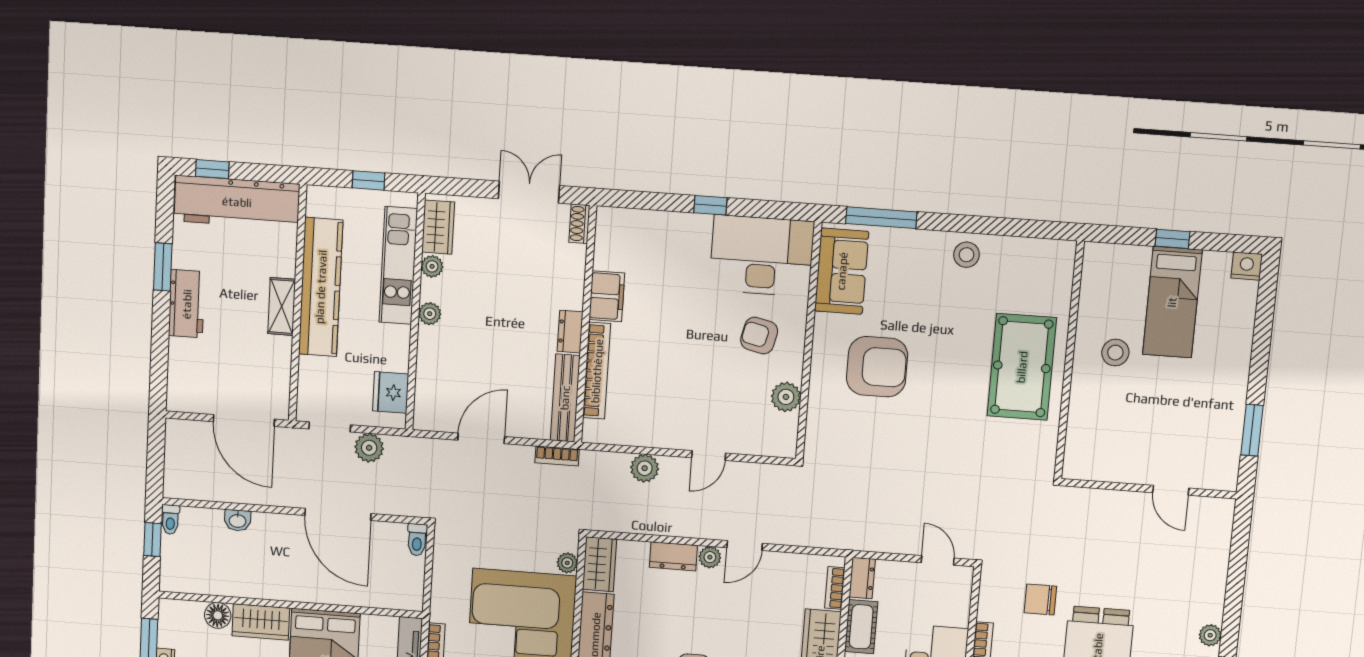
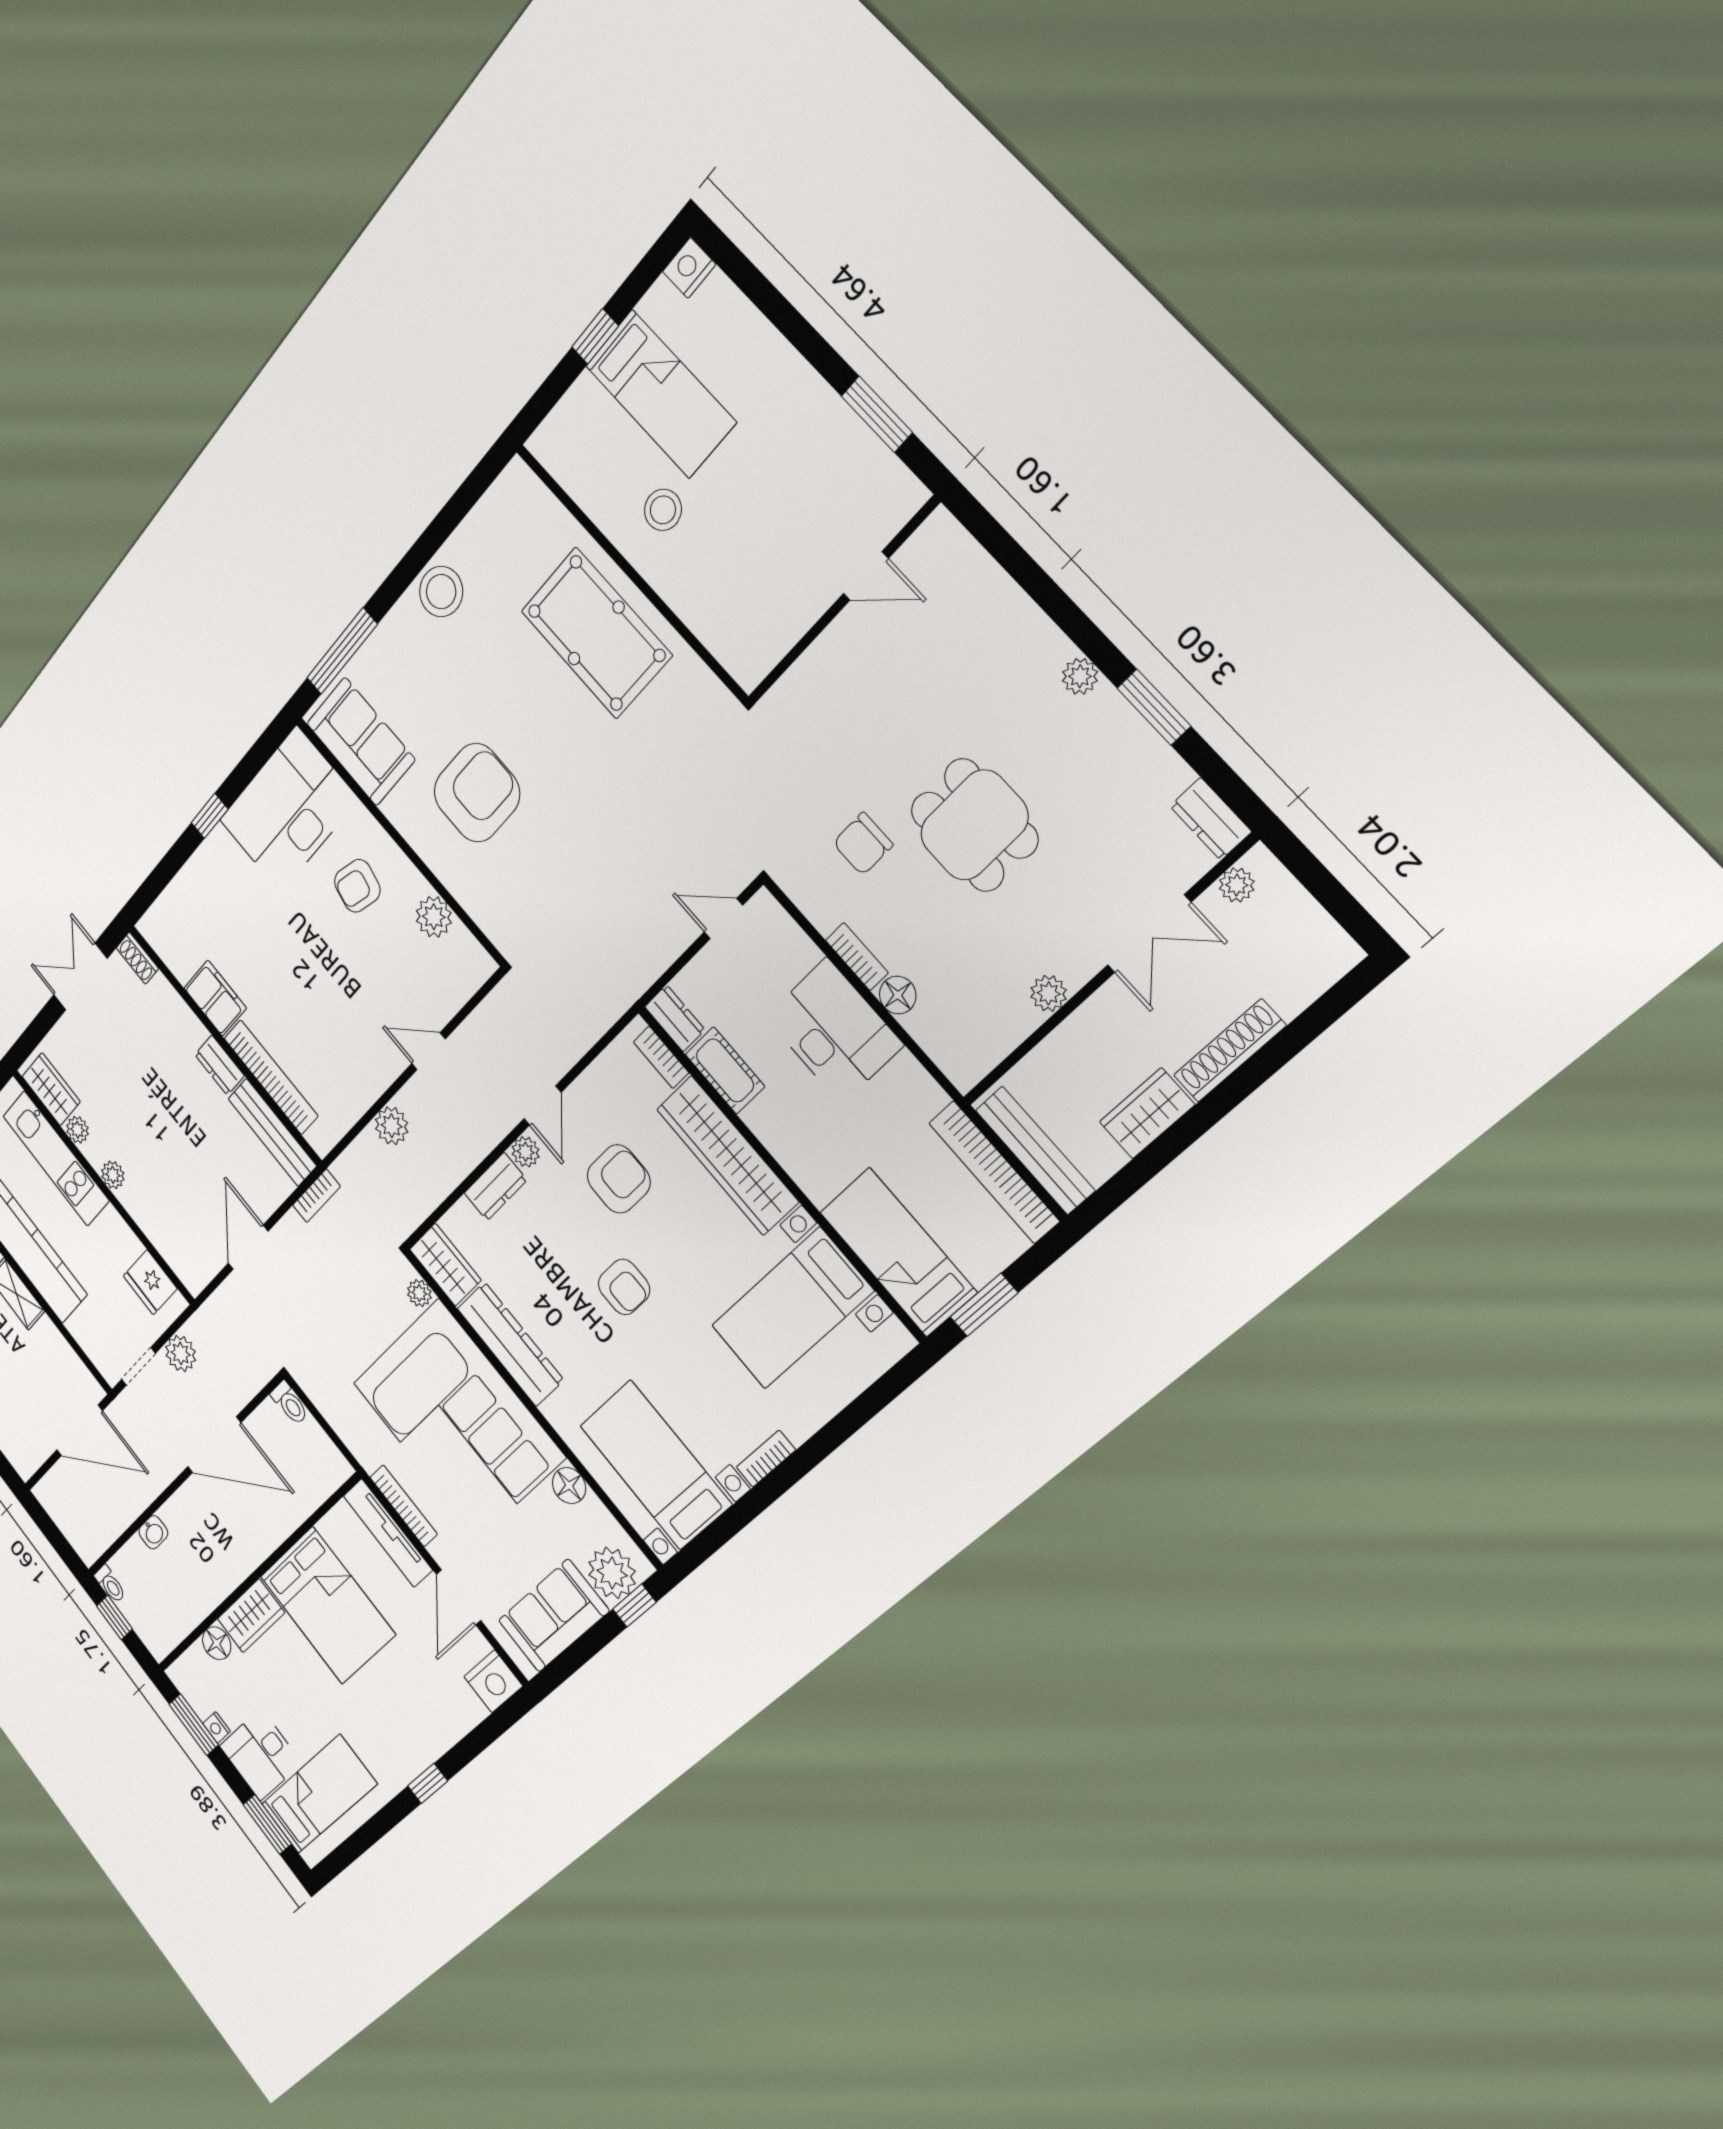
stool: (966, 255) -> (441, 592), width x1.38, depth x1.38
door: (709, 455) -> (428, 1051), swing flipped
armchair: (748, 620) -> (619, 1179), added

